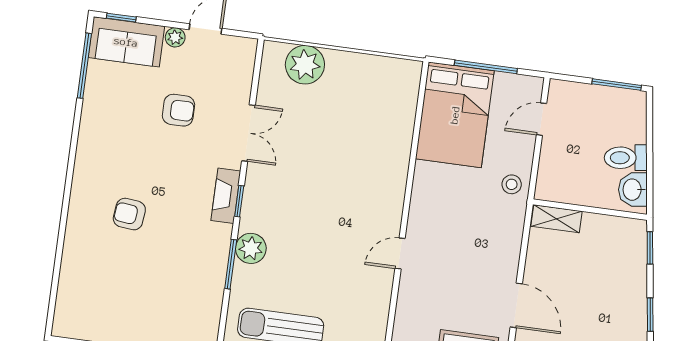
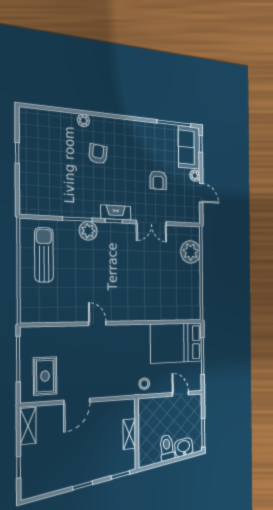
washbasin: (633, 190) -> (184, 447), moved
shelving: (557, 219) -> (129, 434), moved
plant: (75, 232) -> (83, 120), added

